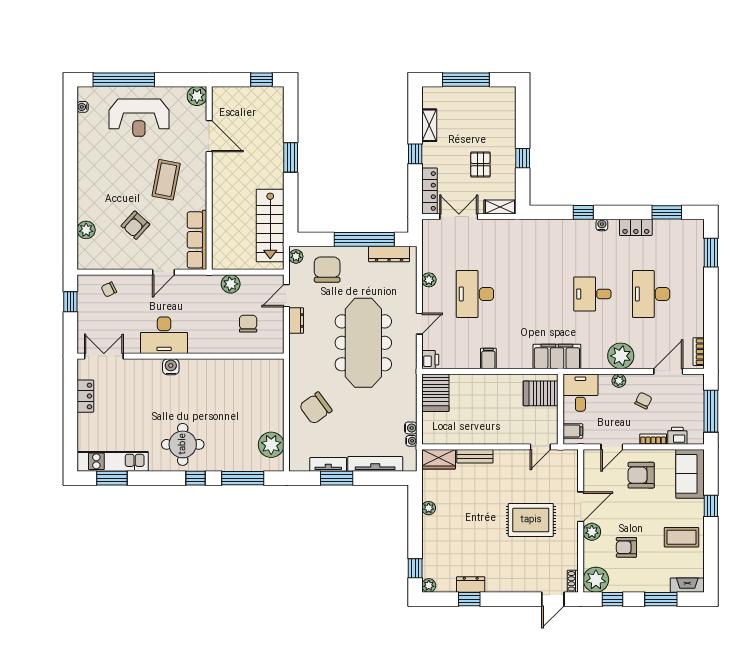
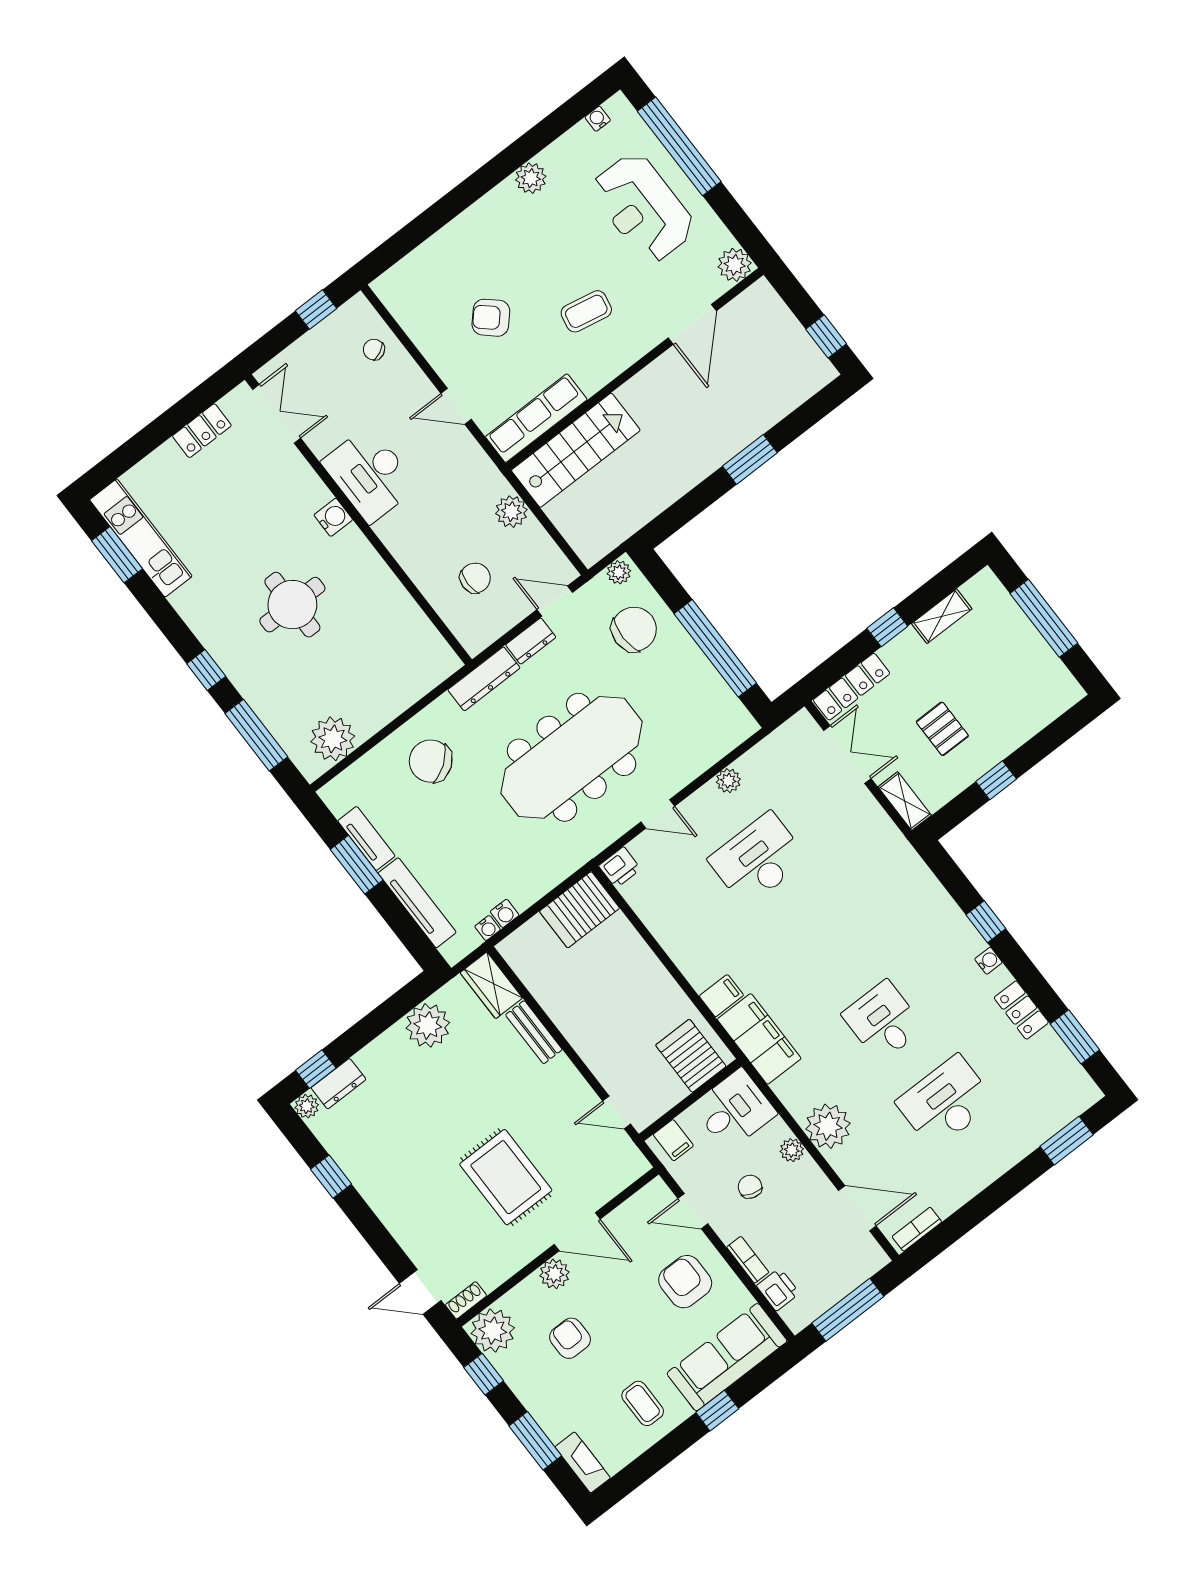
pallet: (480, 165) -> (942, 729), turned 90
coffee table: (166, 180) -> (586, 311), width x0.73, depth x0.77
stairs: (270, 225) -> (576, 450), moved, turned 180
plant: (86, 230) -> (531, 178), moved
dresser: (389, 254) -> (484, 679), moved, turned -90
filing cabinet: (488, 358) -> (721, 996), moved
chair: (643, 401) -> (750, 1187), moved, turned -98
round table: (183, 444) -> (292, 605), moved
sofa: (690, 474) -> (727, 1357), width x1.36
plant: (429, 508) -> (428, 1025), width x1.88, depth x1.88
coffee table: (682, 537) -> (643, 1403), width x0.73, depth x0.77
dresser: (471, 584) -> (339, 1084), moved, turned 90

